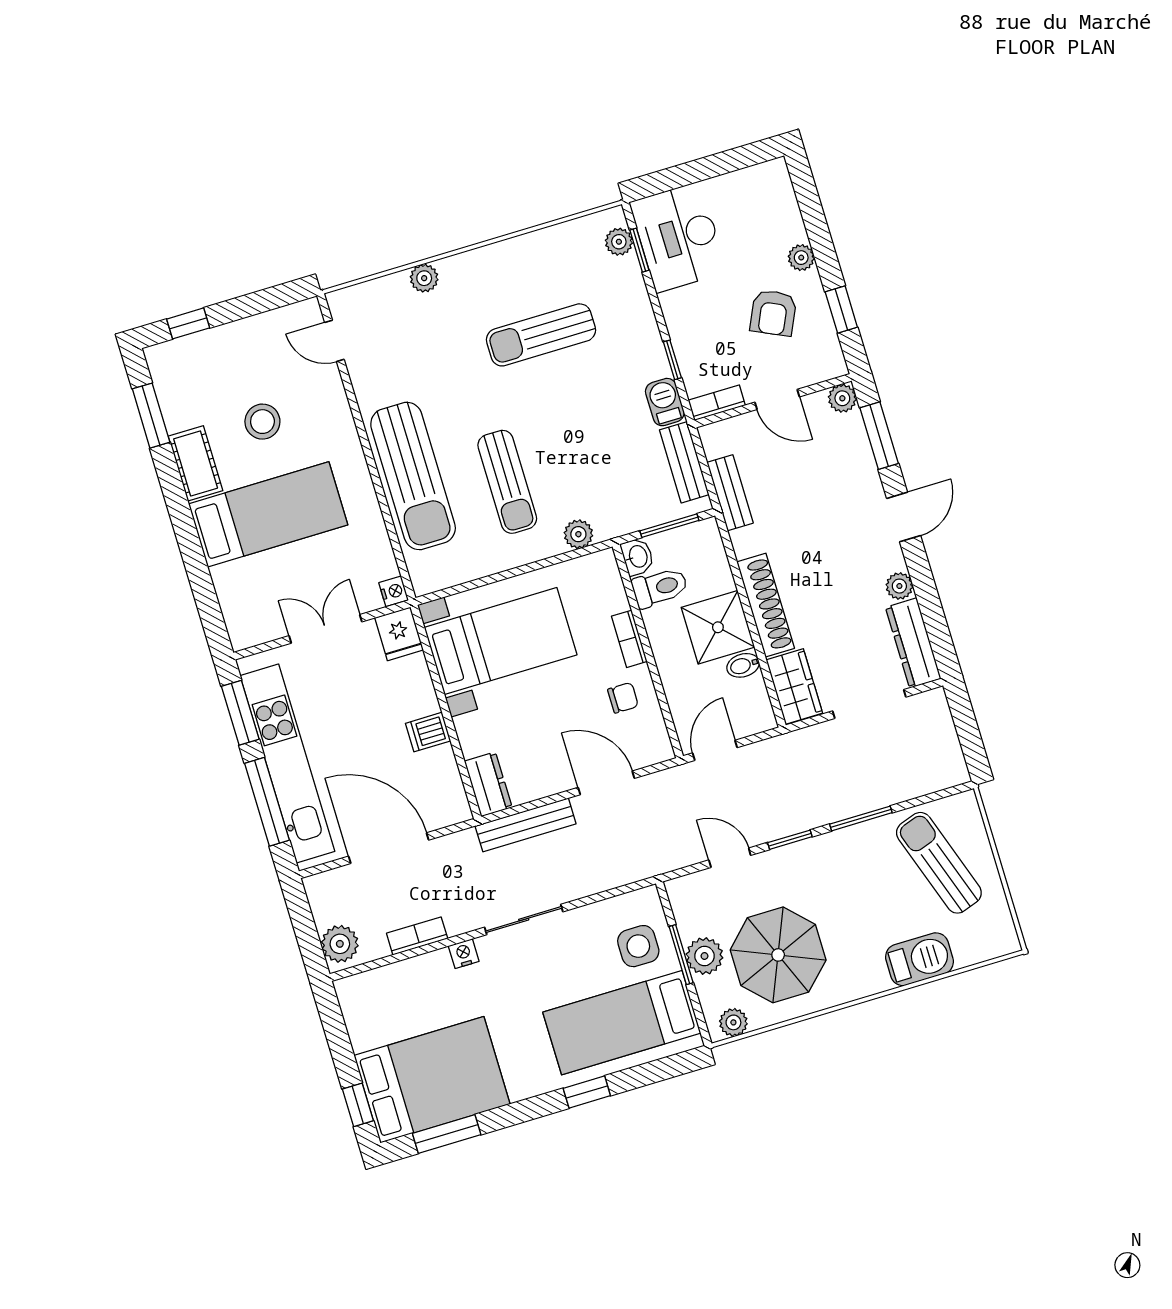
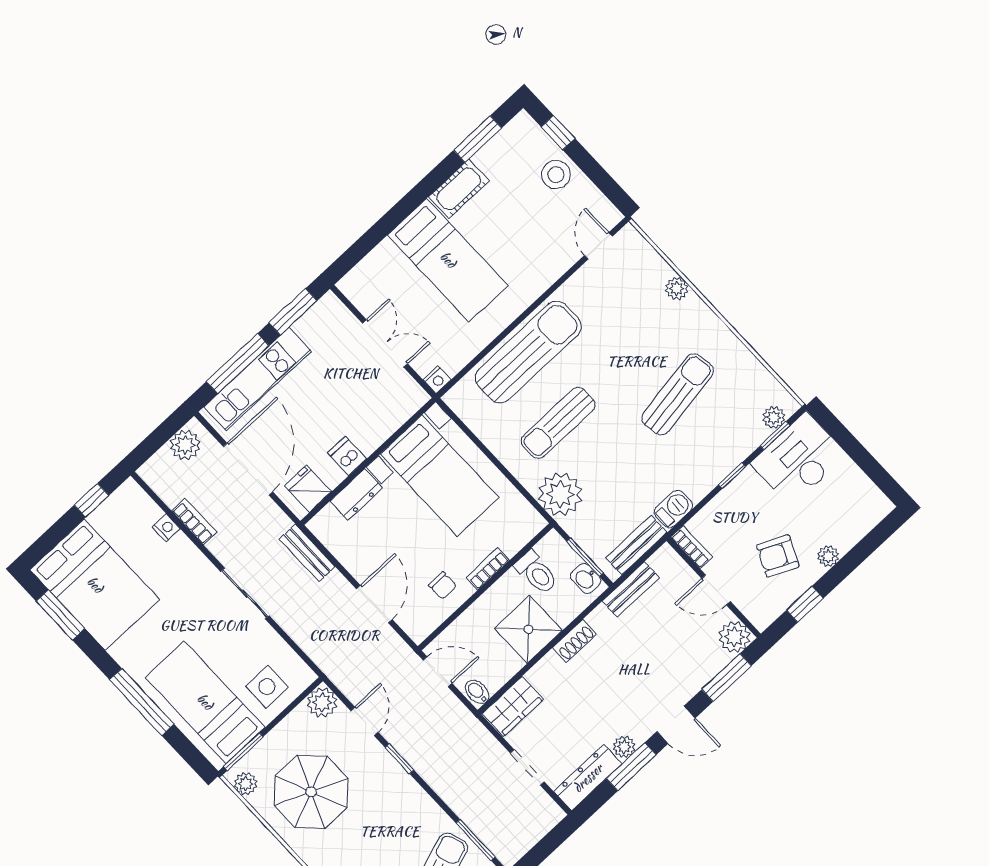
sun lounger: (541, 335) -> (678, 394), turned 81
window: (672, 360) -> (732, 476), moved
plant: (842, 398) -> (734, 637), width x1.38, depth x1.38
door: (777, 399) -> (716, 590), hinge flipped
stool: (262, 422) -> (556, 175), moved
sun lounger: (413, 476) -> (528, 352), turned 180
plant: (578, 534) -> (560, 494), width x1.87, depth x1.87
washbasin: (637, 557) -> (586, 578), moved, turned 90
window: (925, 589) -> (631, 767), added
shoe rack: (766, 605) -> (574, 641), width x0.51, depth x0.81
fridge: (399, 634) -> (308, 489), moved, turned 90
bidet: (743, 665) -> (477, 692), moved
doorway: (869, 704) -> (527, 767), width x0.73
kitchen unit: (287, 764) -> (258, 379), width x0.73
dresser: (488, 784) -> (356, 495), moved
window: (861, 818) -> (476, 840), moved
bench: (526, 825) -> (307, 553), width x0.73
plant: (340, 944) -> (185, 445), moved
nightstand: (464, 954) -> (166, 528), moved
window: (681, 955) -> (243, 752), moved
plant: (704, 956) -> (322, 702), moved
window: (587, 1092) -> (142, 702), width x2.17
window: (358, 1105) -> (92, 500), moved

